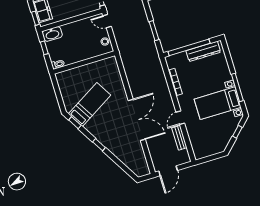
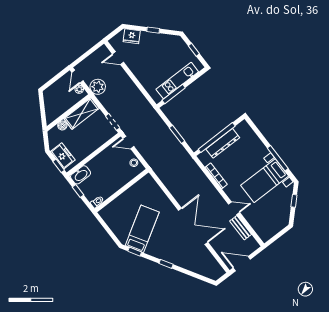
dresser: (203, 51) -> (223, 143), moved
door: (180, 118) -> (234, 208), swing flipped
door: (168, 171) -> (242, 264), swing flipped

